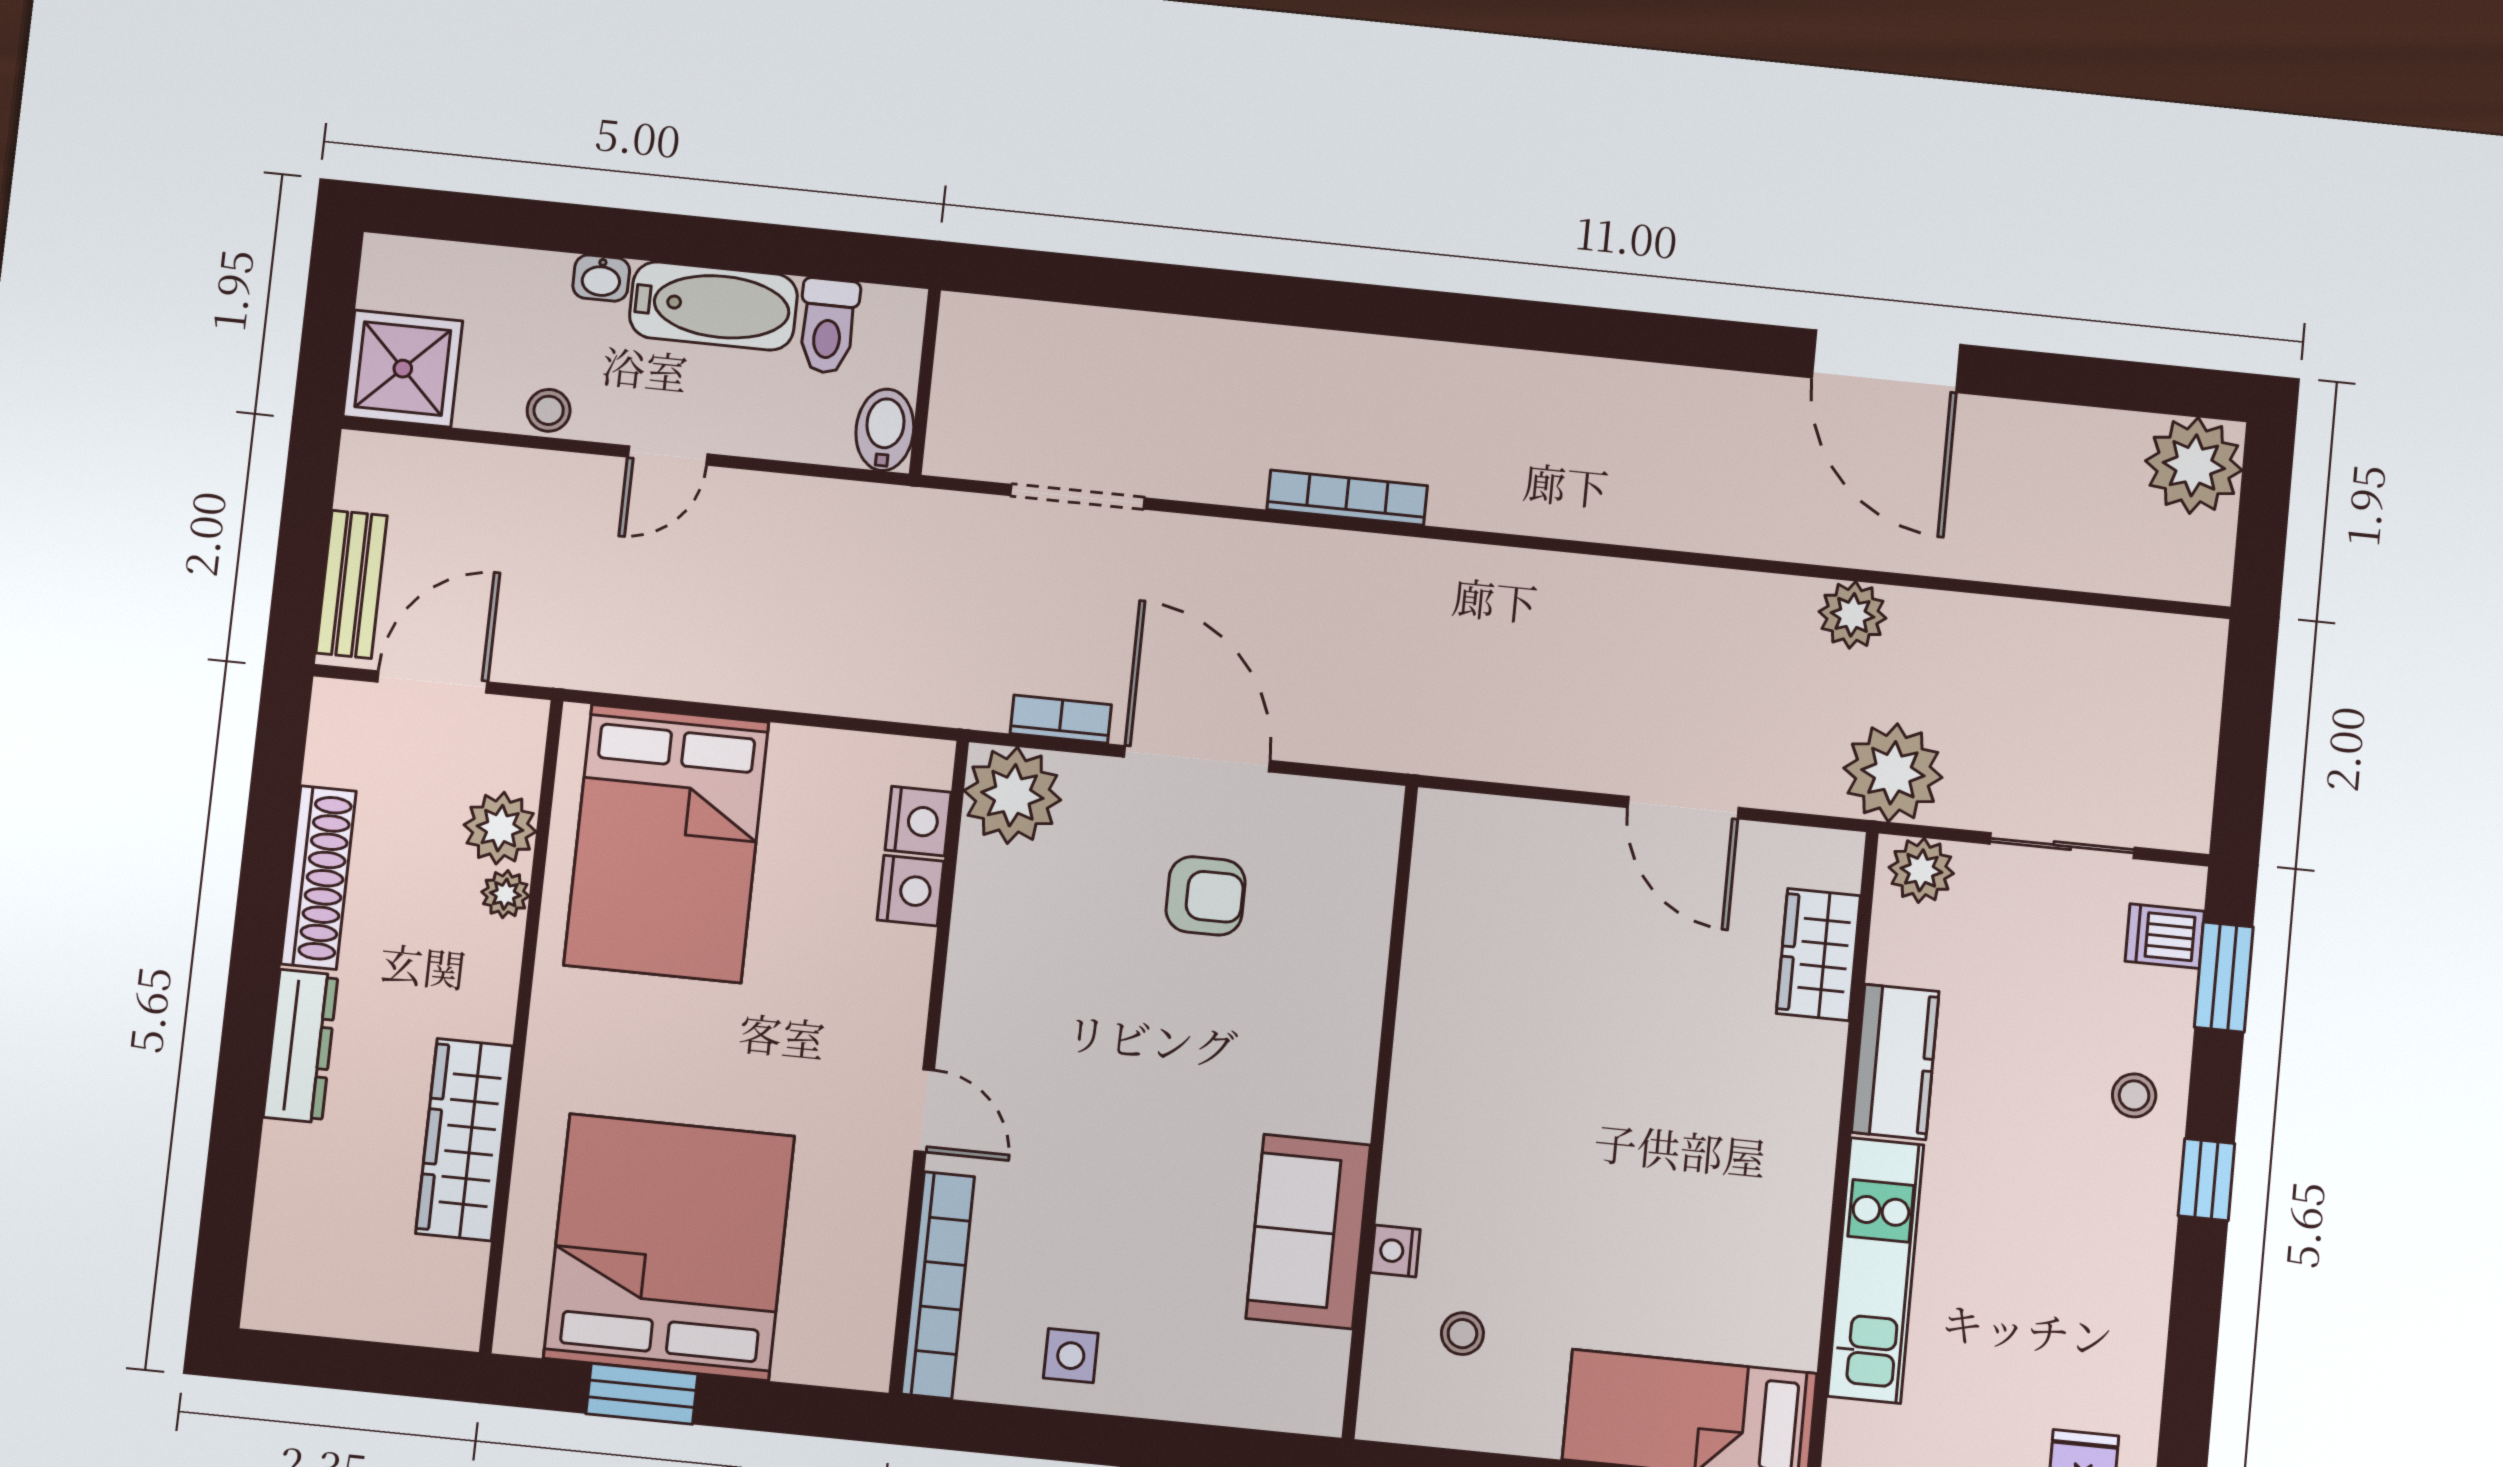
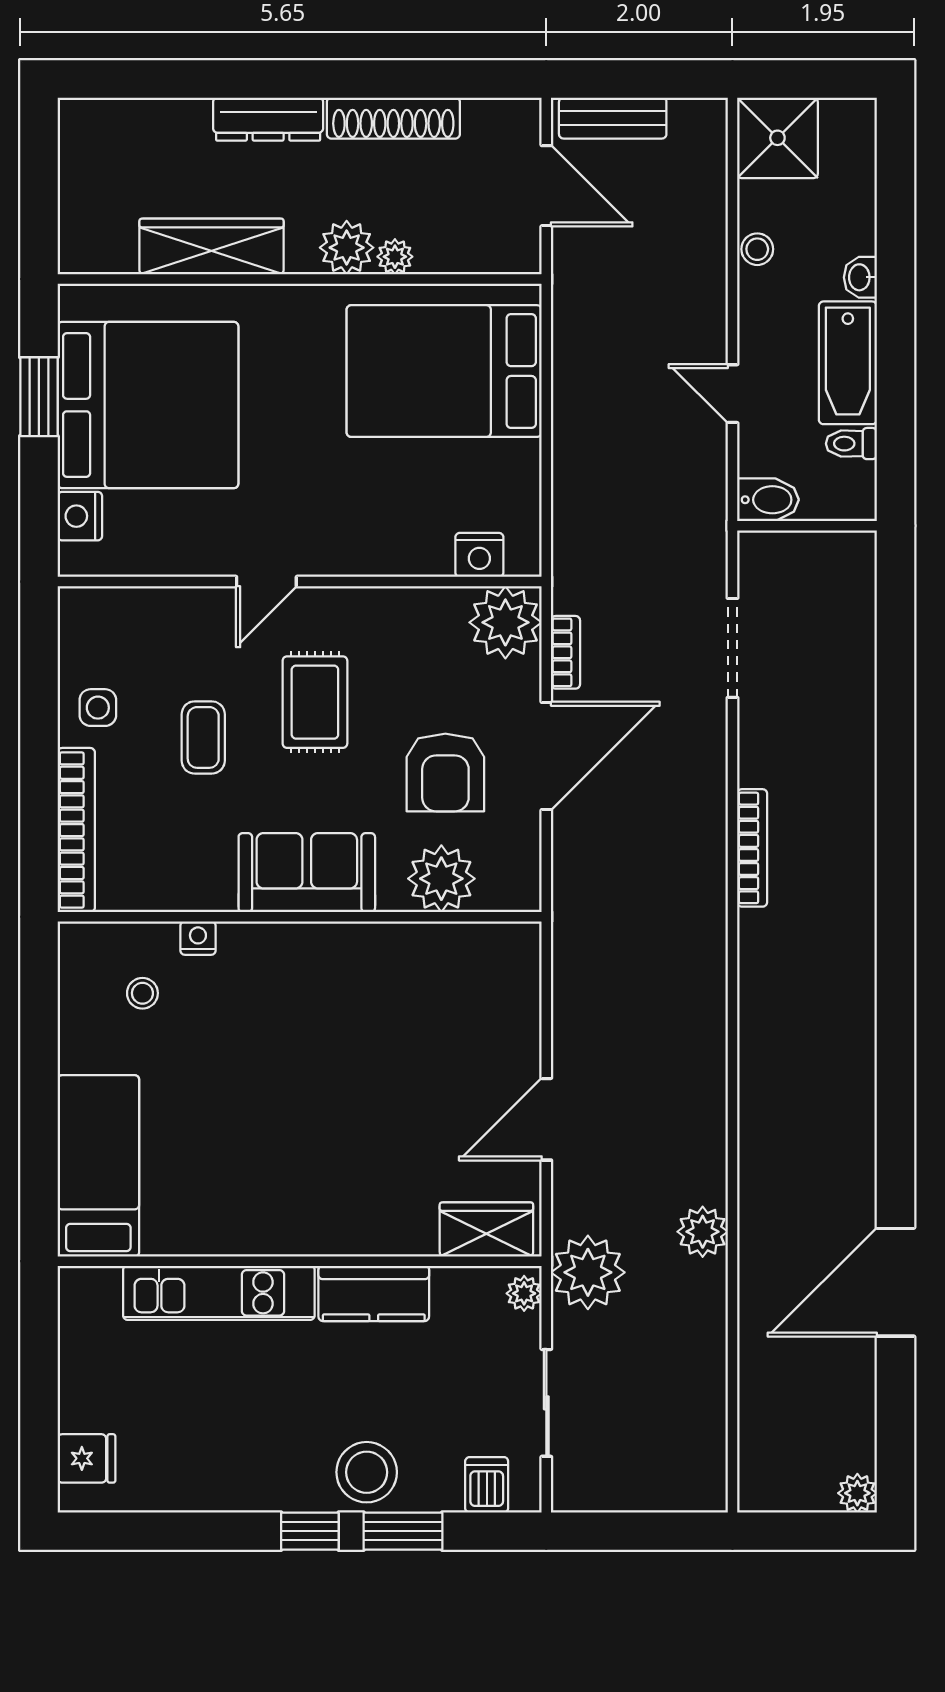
toilet: (828, 326) -> (851, 444), width x0.73, depth x0.72
door: (1886, 361) -> (895, 1282), moved
door: (668, 455) -> (732, 394), moved
plant: (2194, 465) -> (857, 1493), width x0.53, depth x0.53
plant: (500, 828) -> (347, 248), moved
plant: (1921, 870) -> (524, 1293), width x0.73, depth x0.73
nightstand: (911, 891) -> (80, 516), moved, turned 90
armchair: (1206, 896) -> (445, 773), width x1.38, depth x1.38
plant: (1347, 916) -> (441, 879), added
wardrobe: (1818, 955) -> (486, 1229), moved
window: (2224, 977) -> (403, 1531), moved
rug: (1093, 1062) -> (315, 702), added
stool: (2134, 1095) -> (367, 1472), width x1.89, depth x1.89
coffee table: (1126, 1217) -> (203, 737), added
sofa: (1308, 1232) -> (307, 873), moved
bookcase: (938, 1285) -> (76, 830), moved, turned -90

